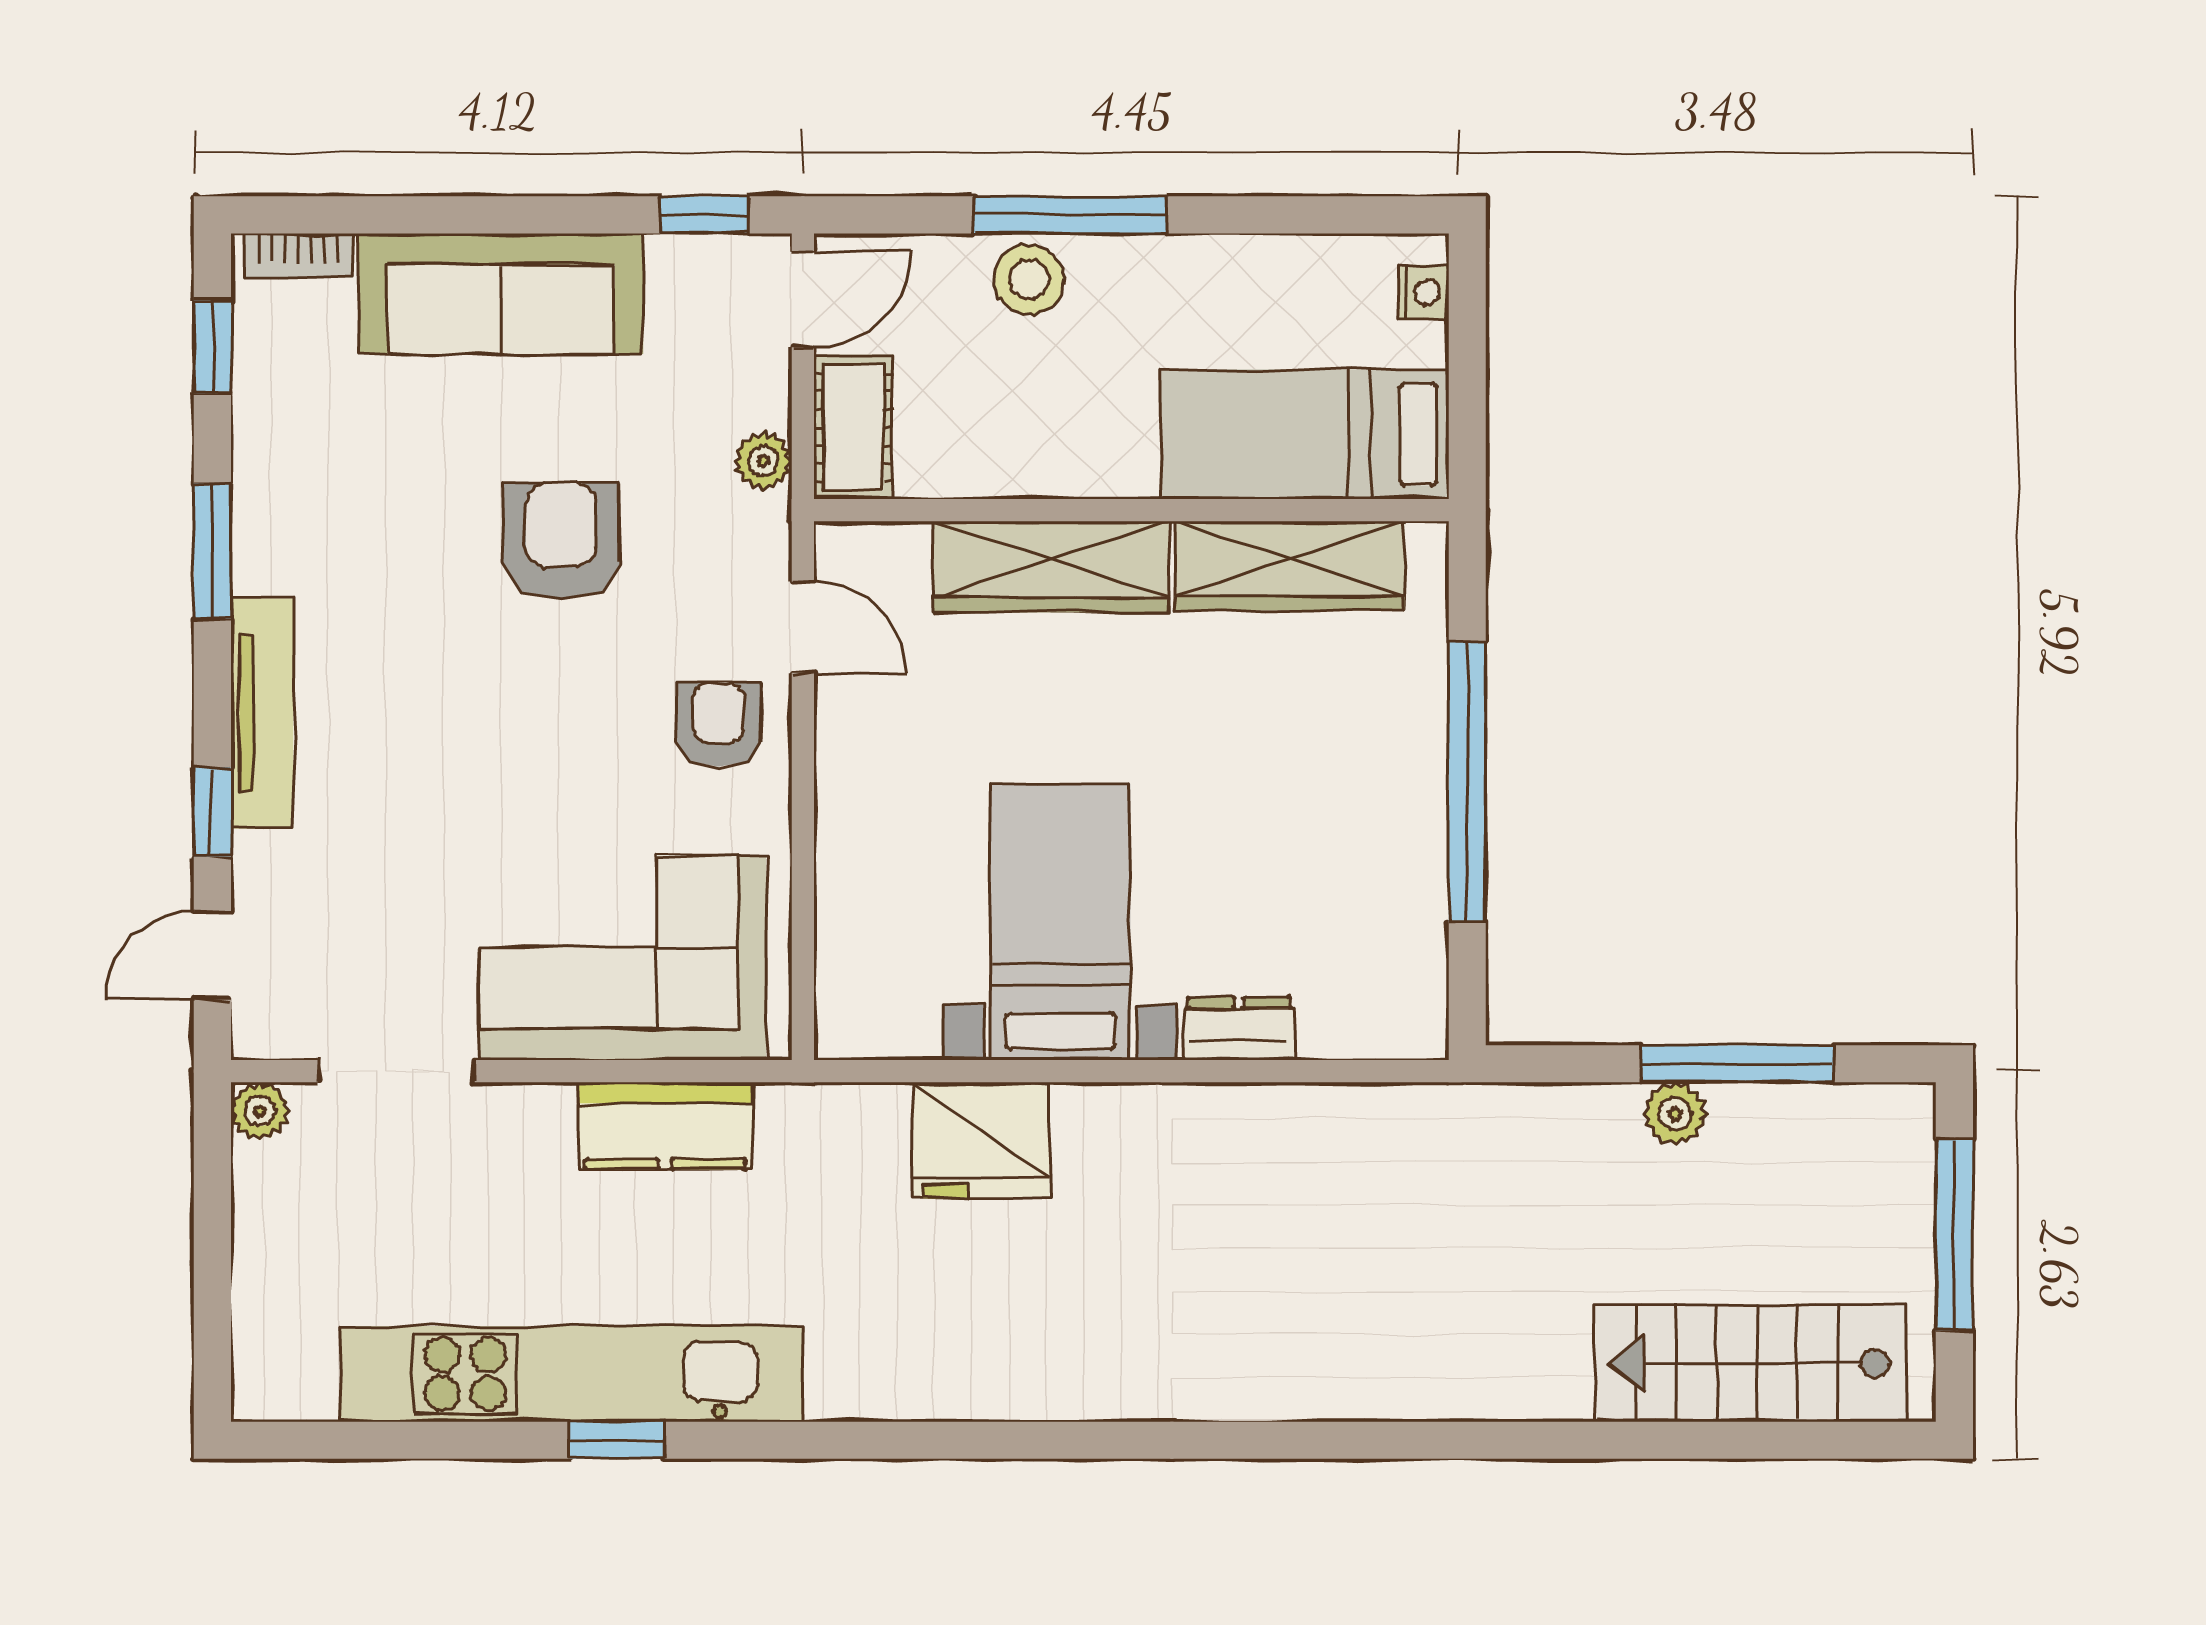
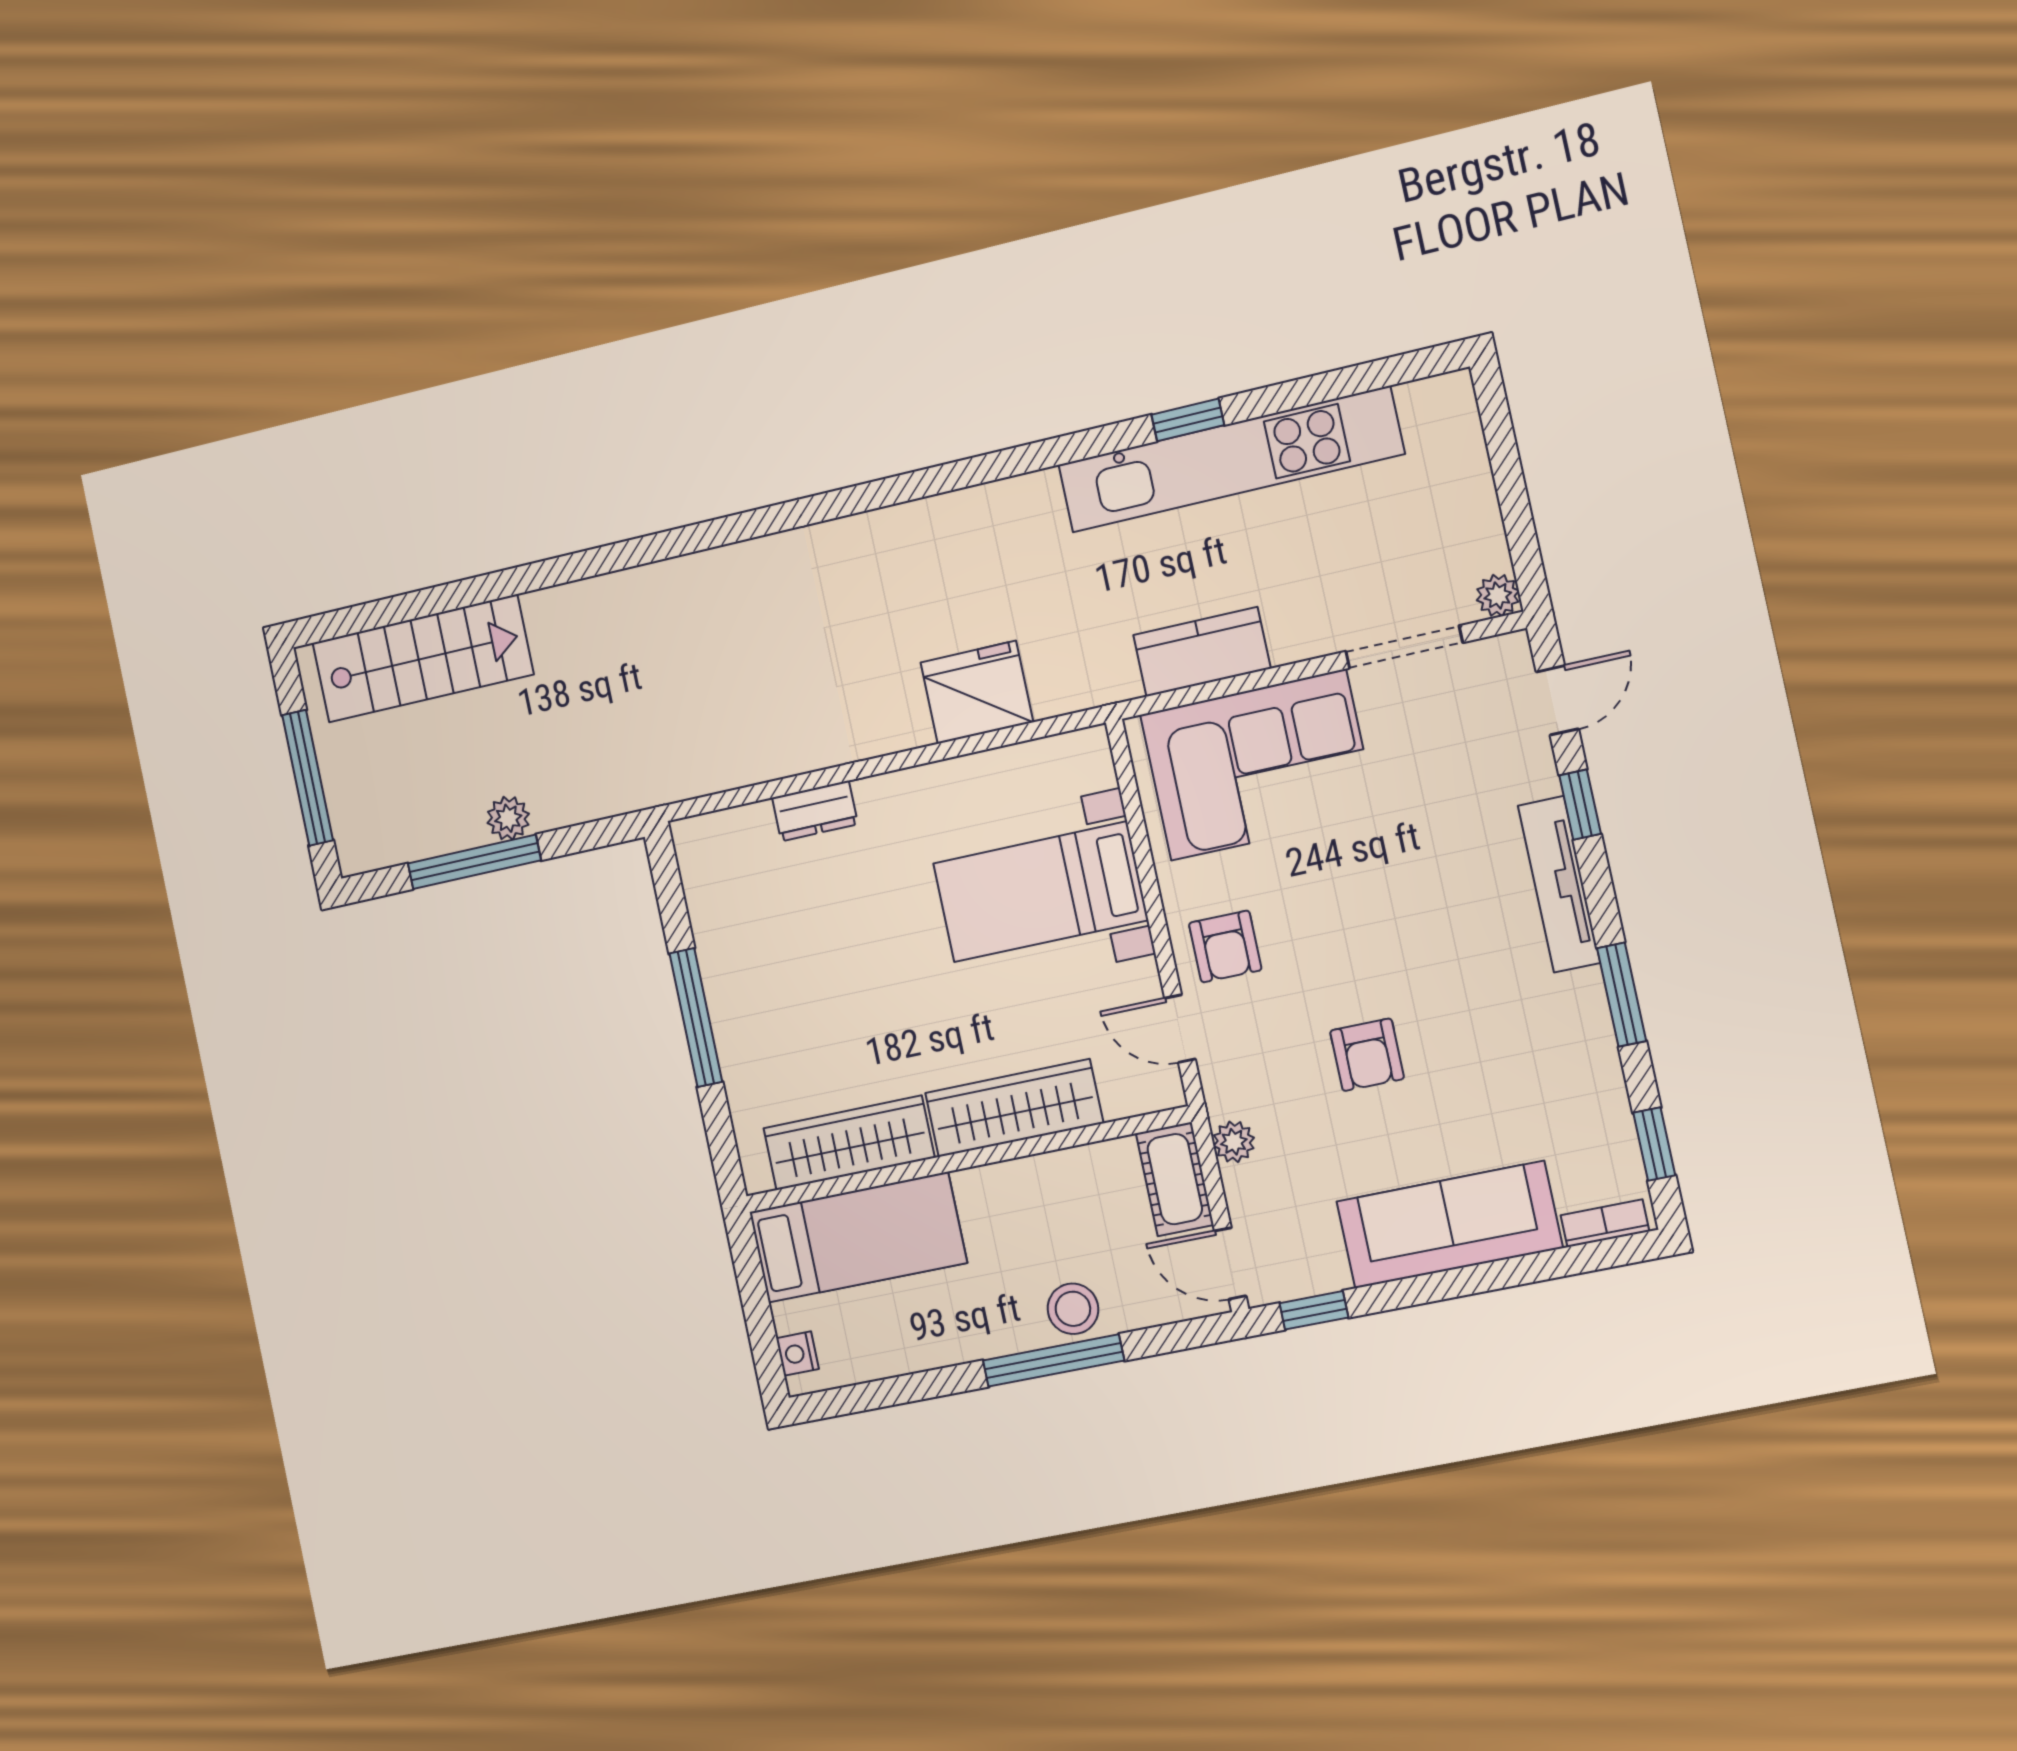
door: (803, 299) -> (1230, 1263), hinge flipped
armchair: (561, 541) -> (1367, 1055), width x0.72, depth x0.72
window: (1467, 781) -> (696, 1018), width x0.68
bed with nightstands: (1060, 922) -> (1040, 892), moved, turned 90

